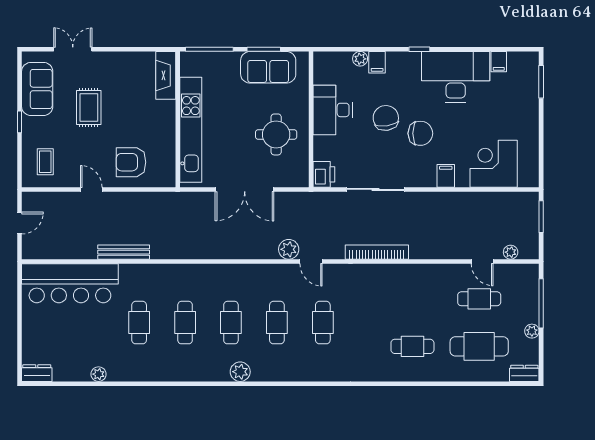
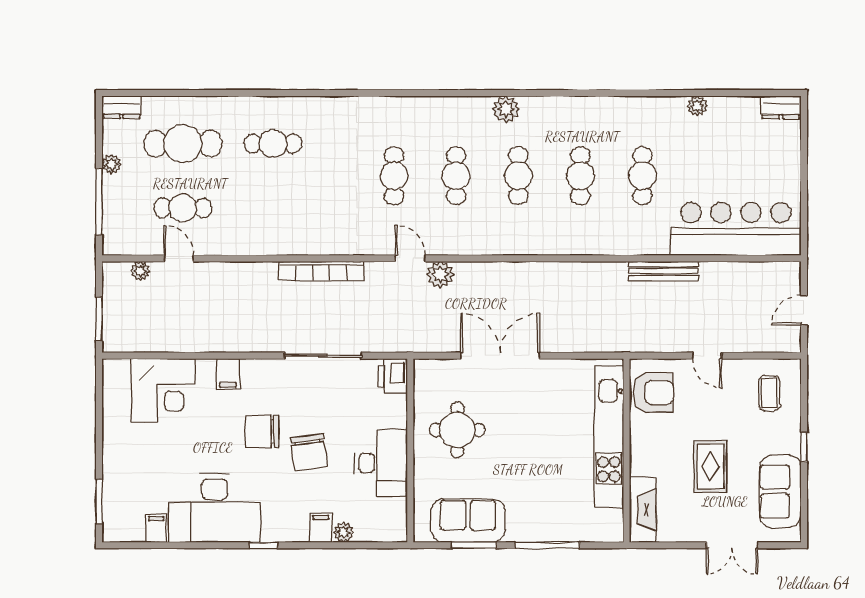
fireplace: (166, 75) -> (643, 510), moved
wall: (178, 119) -> (627, 450), moved
kitchen unit: (191, 130) -> (609, 436), moved

